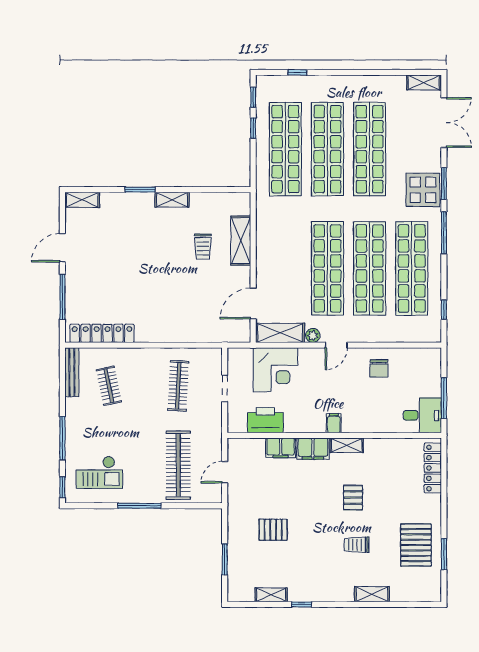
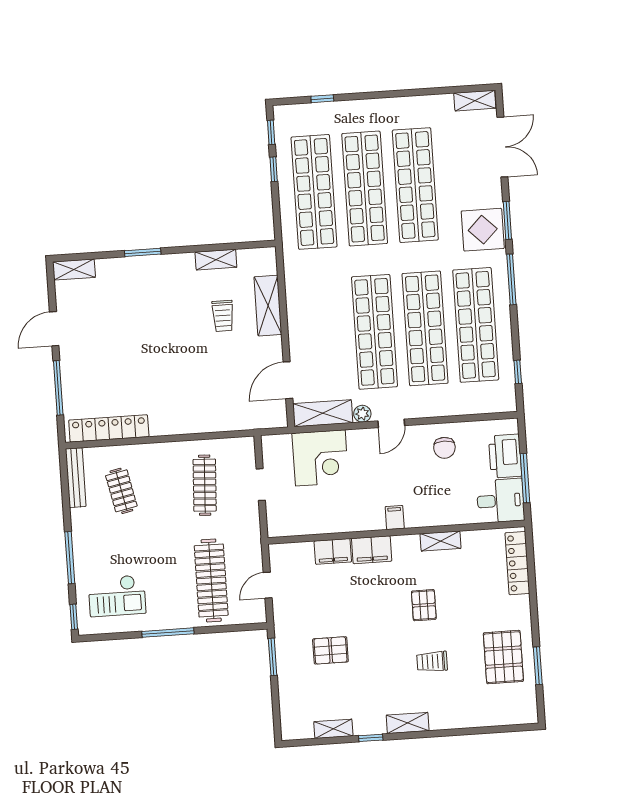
shelving: (172, 200) -> (216, 260), moved
printer: (265, 420) -> (505, 456), moved, turned -90
shelving: (347, 445) -> (441, 541), moved
window: (225, 559) -> (273, 657), moved
shelving: (372, 594) -> (408, 723), moved

